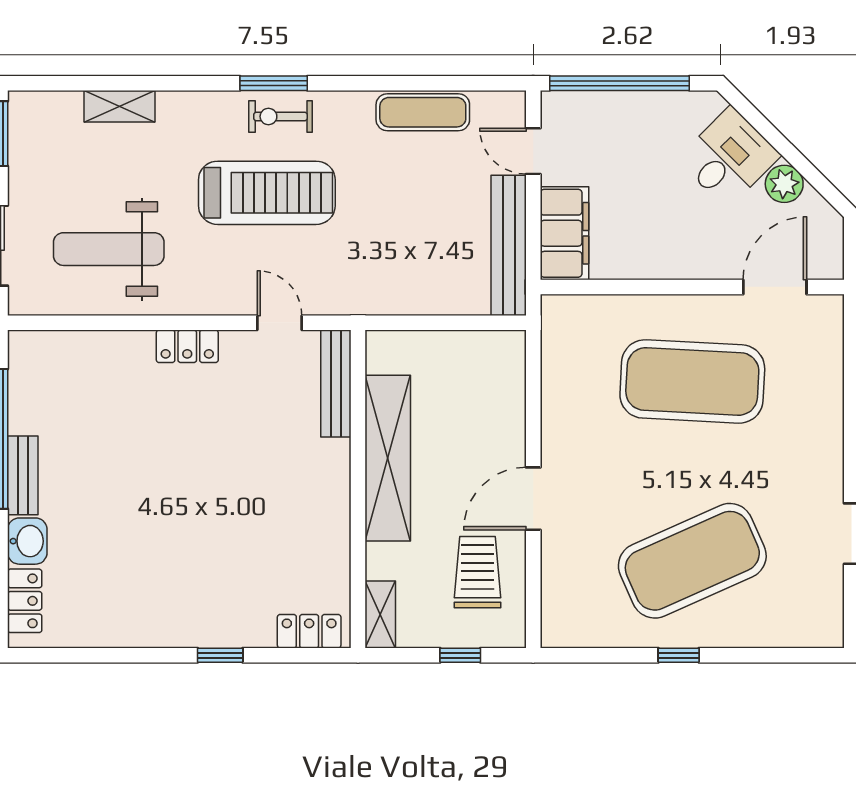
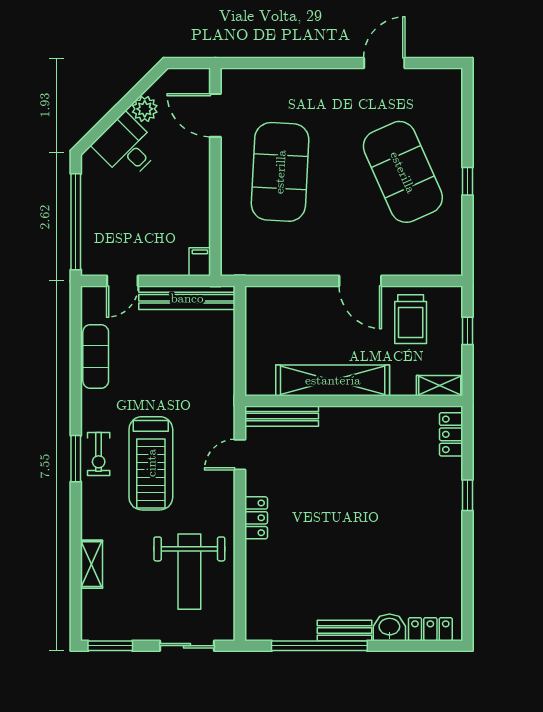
treadmill: (267, 193) -> (151, 463), turned 180
filing cabinet: (565, 233) -> (200, 262), width x0.33, depth x0.86
trolley: (477, 572) -> (411, 319), turned -90

